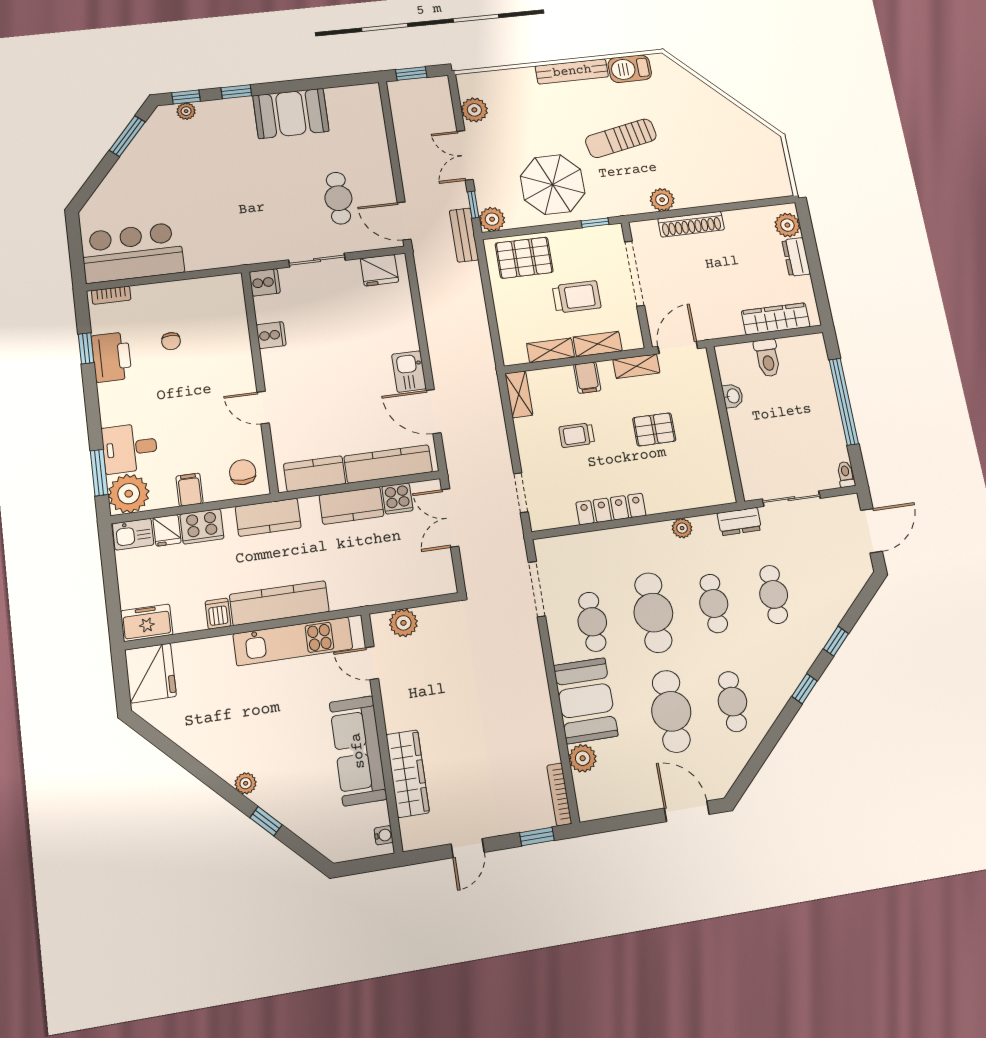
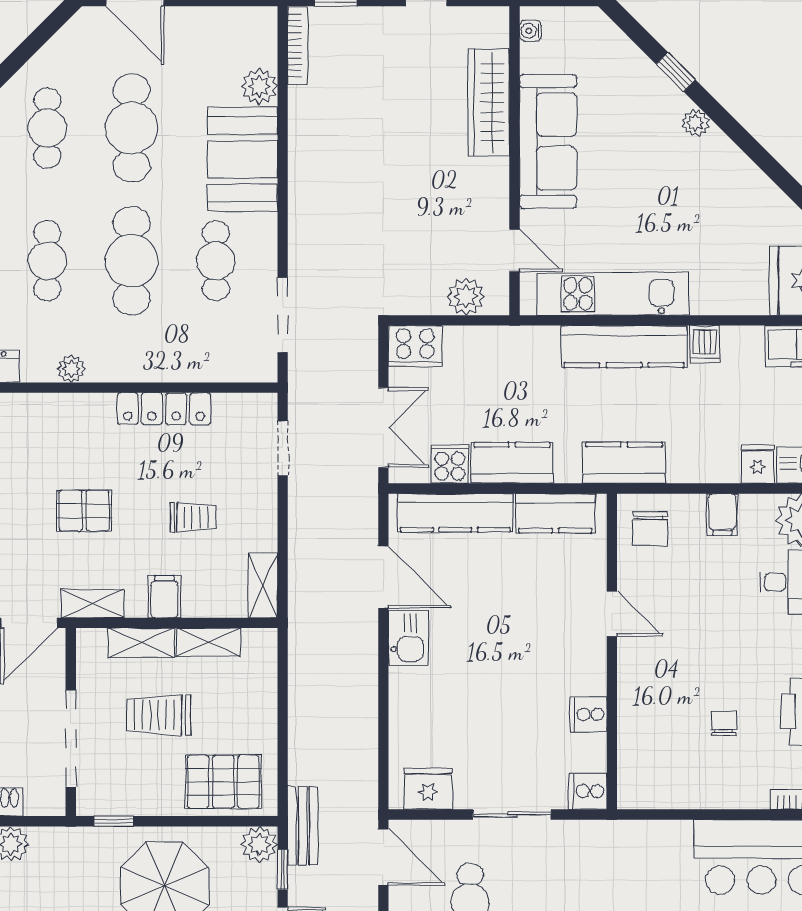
cooker: (202, 526) -> (415, 346), moved, turned 180

